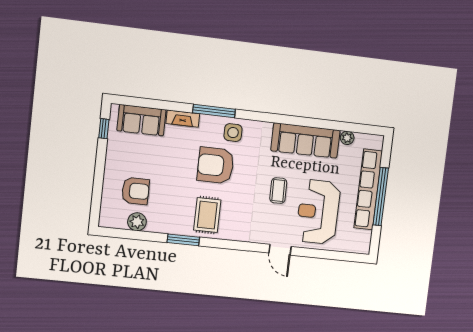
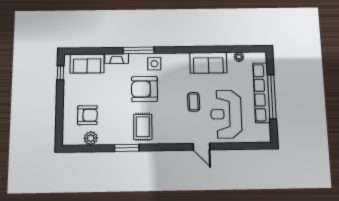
sofa: (305, 140) -> (208, 63), width x0.73

